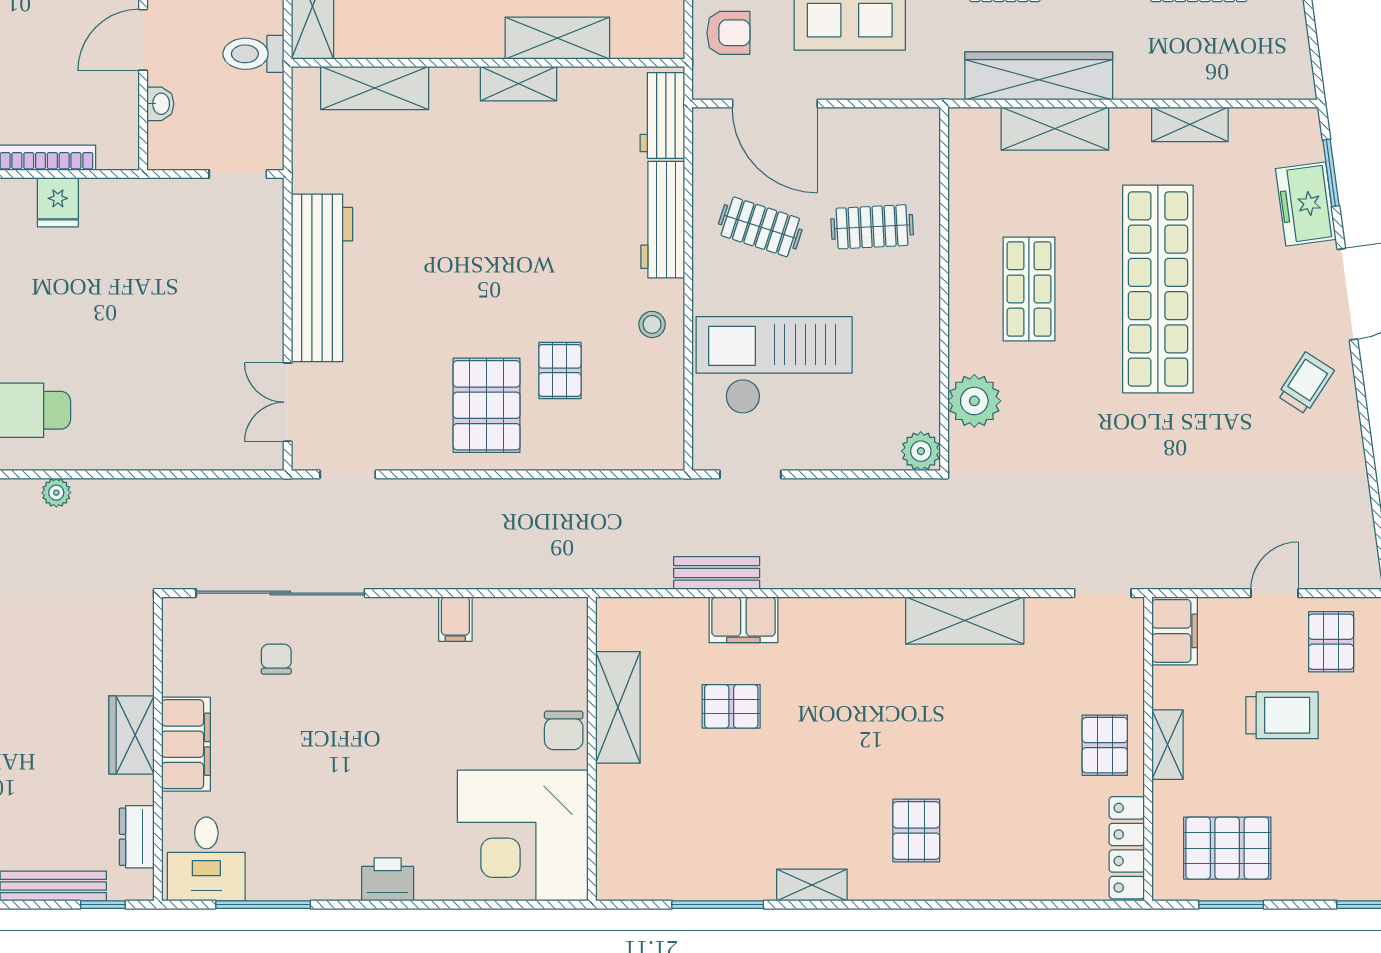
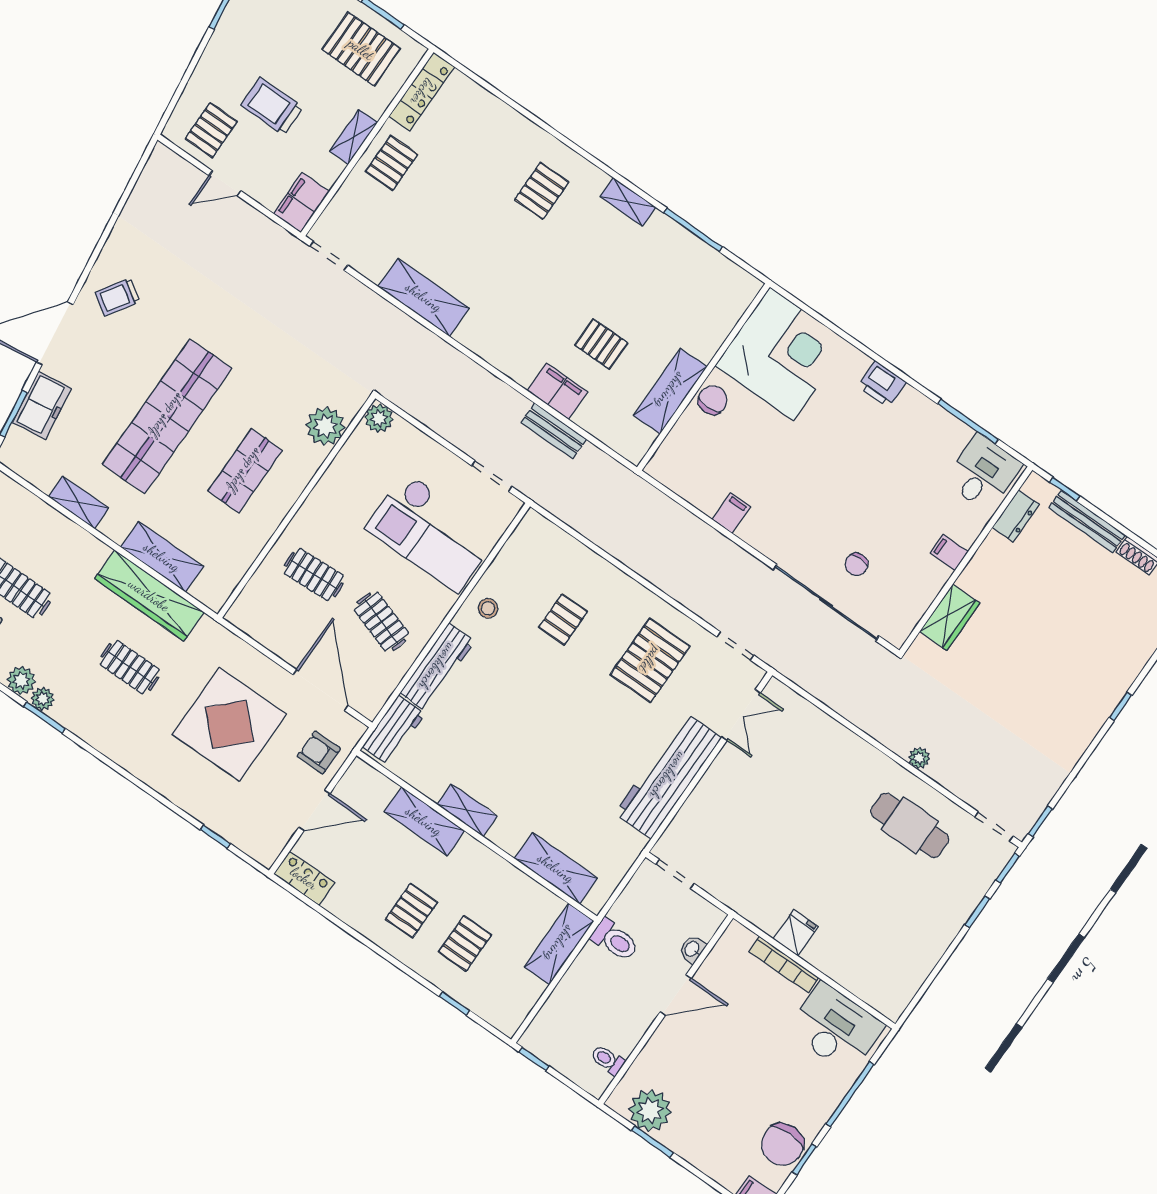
pallet: (487, 405) -> (650, 660), moved
wardrobe: (131, 735) -> (950, 617), moved
filing cabinet: (186, 744) -> (949, 553), width x0.33, depth x0.86

